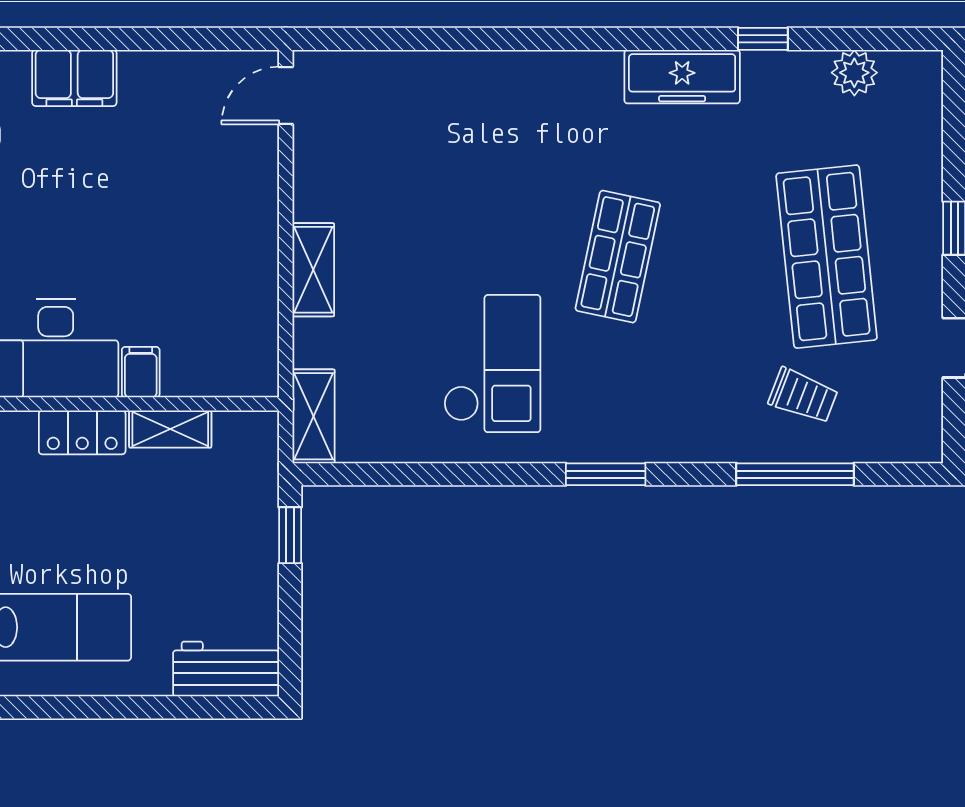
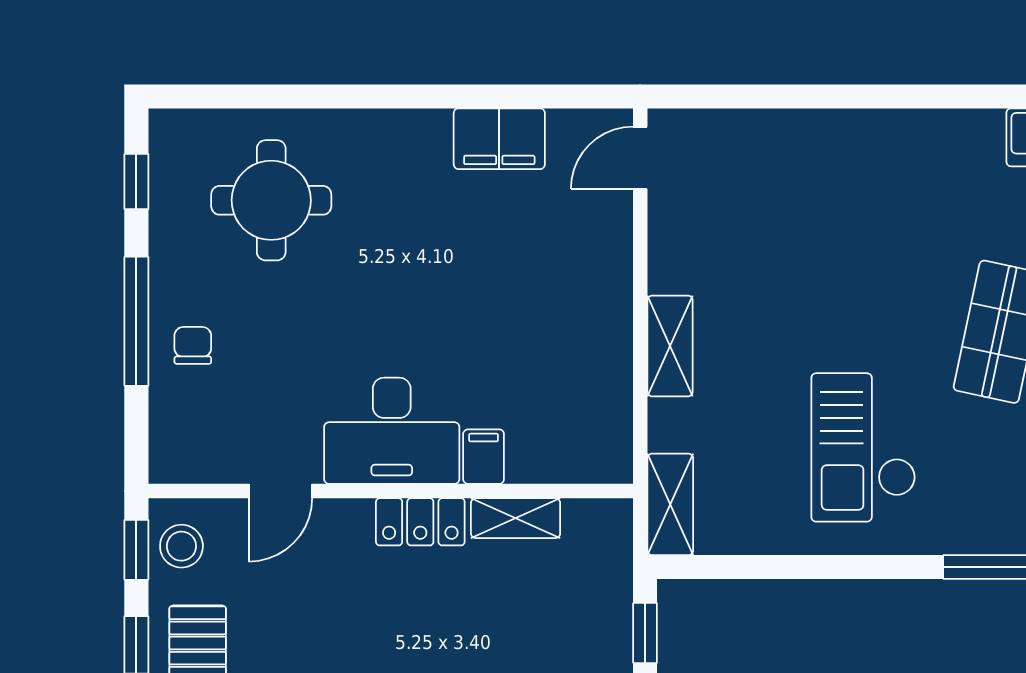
filing cabinet: (74, 78) -> (499, 139), moved
checkout: (492, 364) -> (863, 447), turned 180

